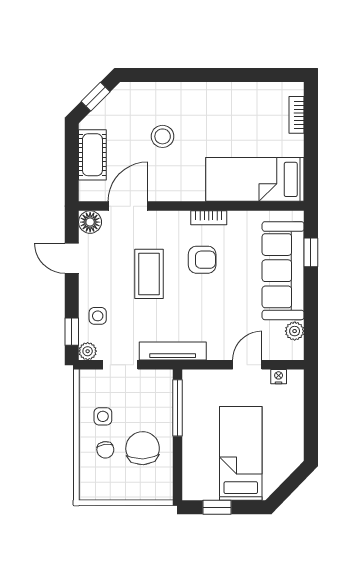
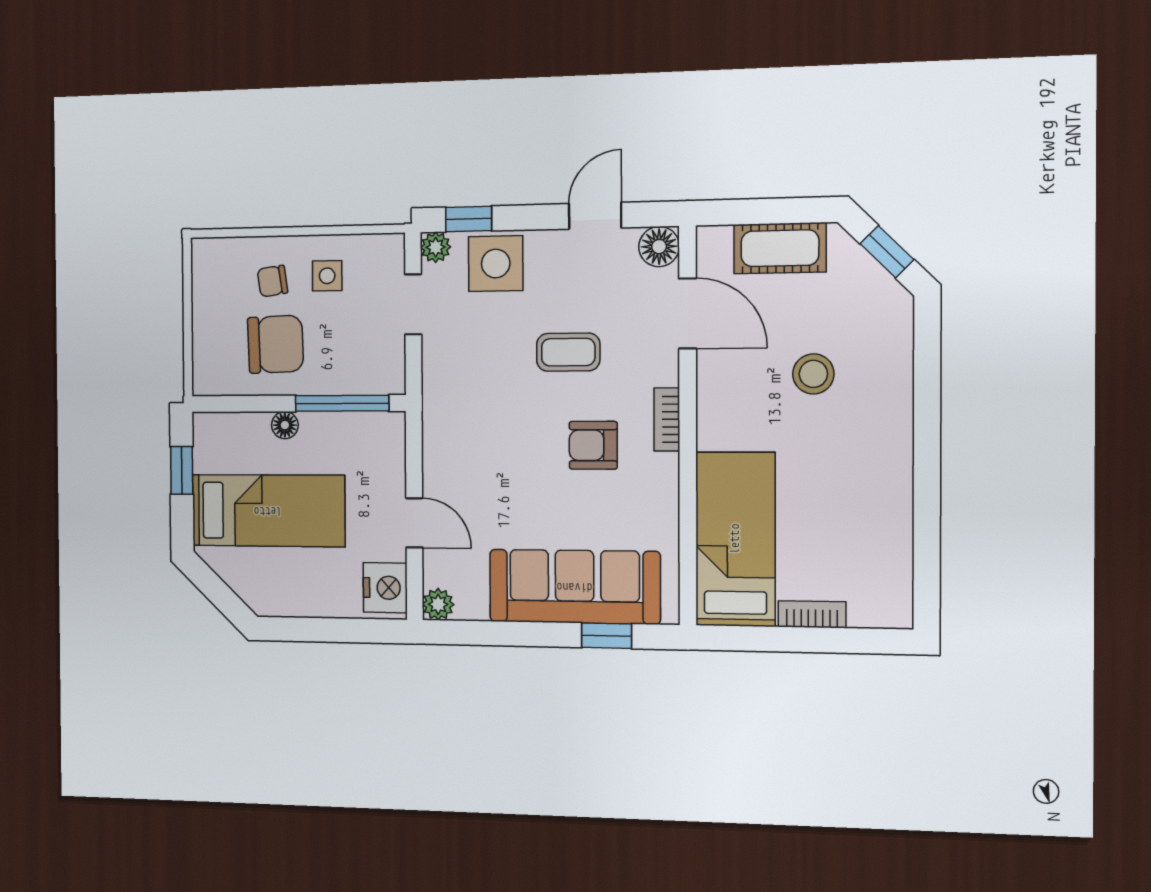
bookcase: (297, 115) -> (812, 614), moved
bookcase: (209, 218) -> (667, 419), moved
armchair: (202, 260) -> (593, 445), turned 90
coffee table: (149, 274) -> (568, 352), width x0.73, depth x0.77
side table: (98, 316) -> (496, 264), width x1.87, depth x1.87
plant: (295, 331) -> (438, 604), moved
tv unit: (173, 351) -> (437, 394), removed
nightstand: (279, 377) -> (385, 588), width x1.89, depth x1.79
floor lamp: (190, 443) -> (285, 425), added

